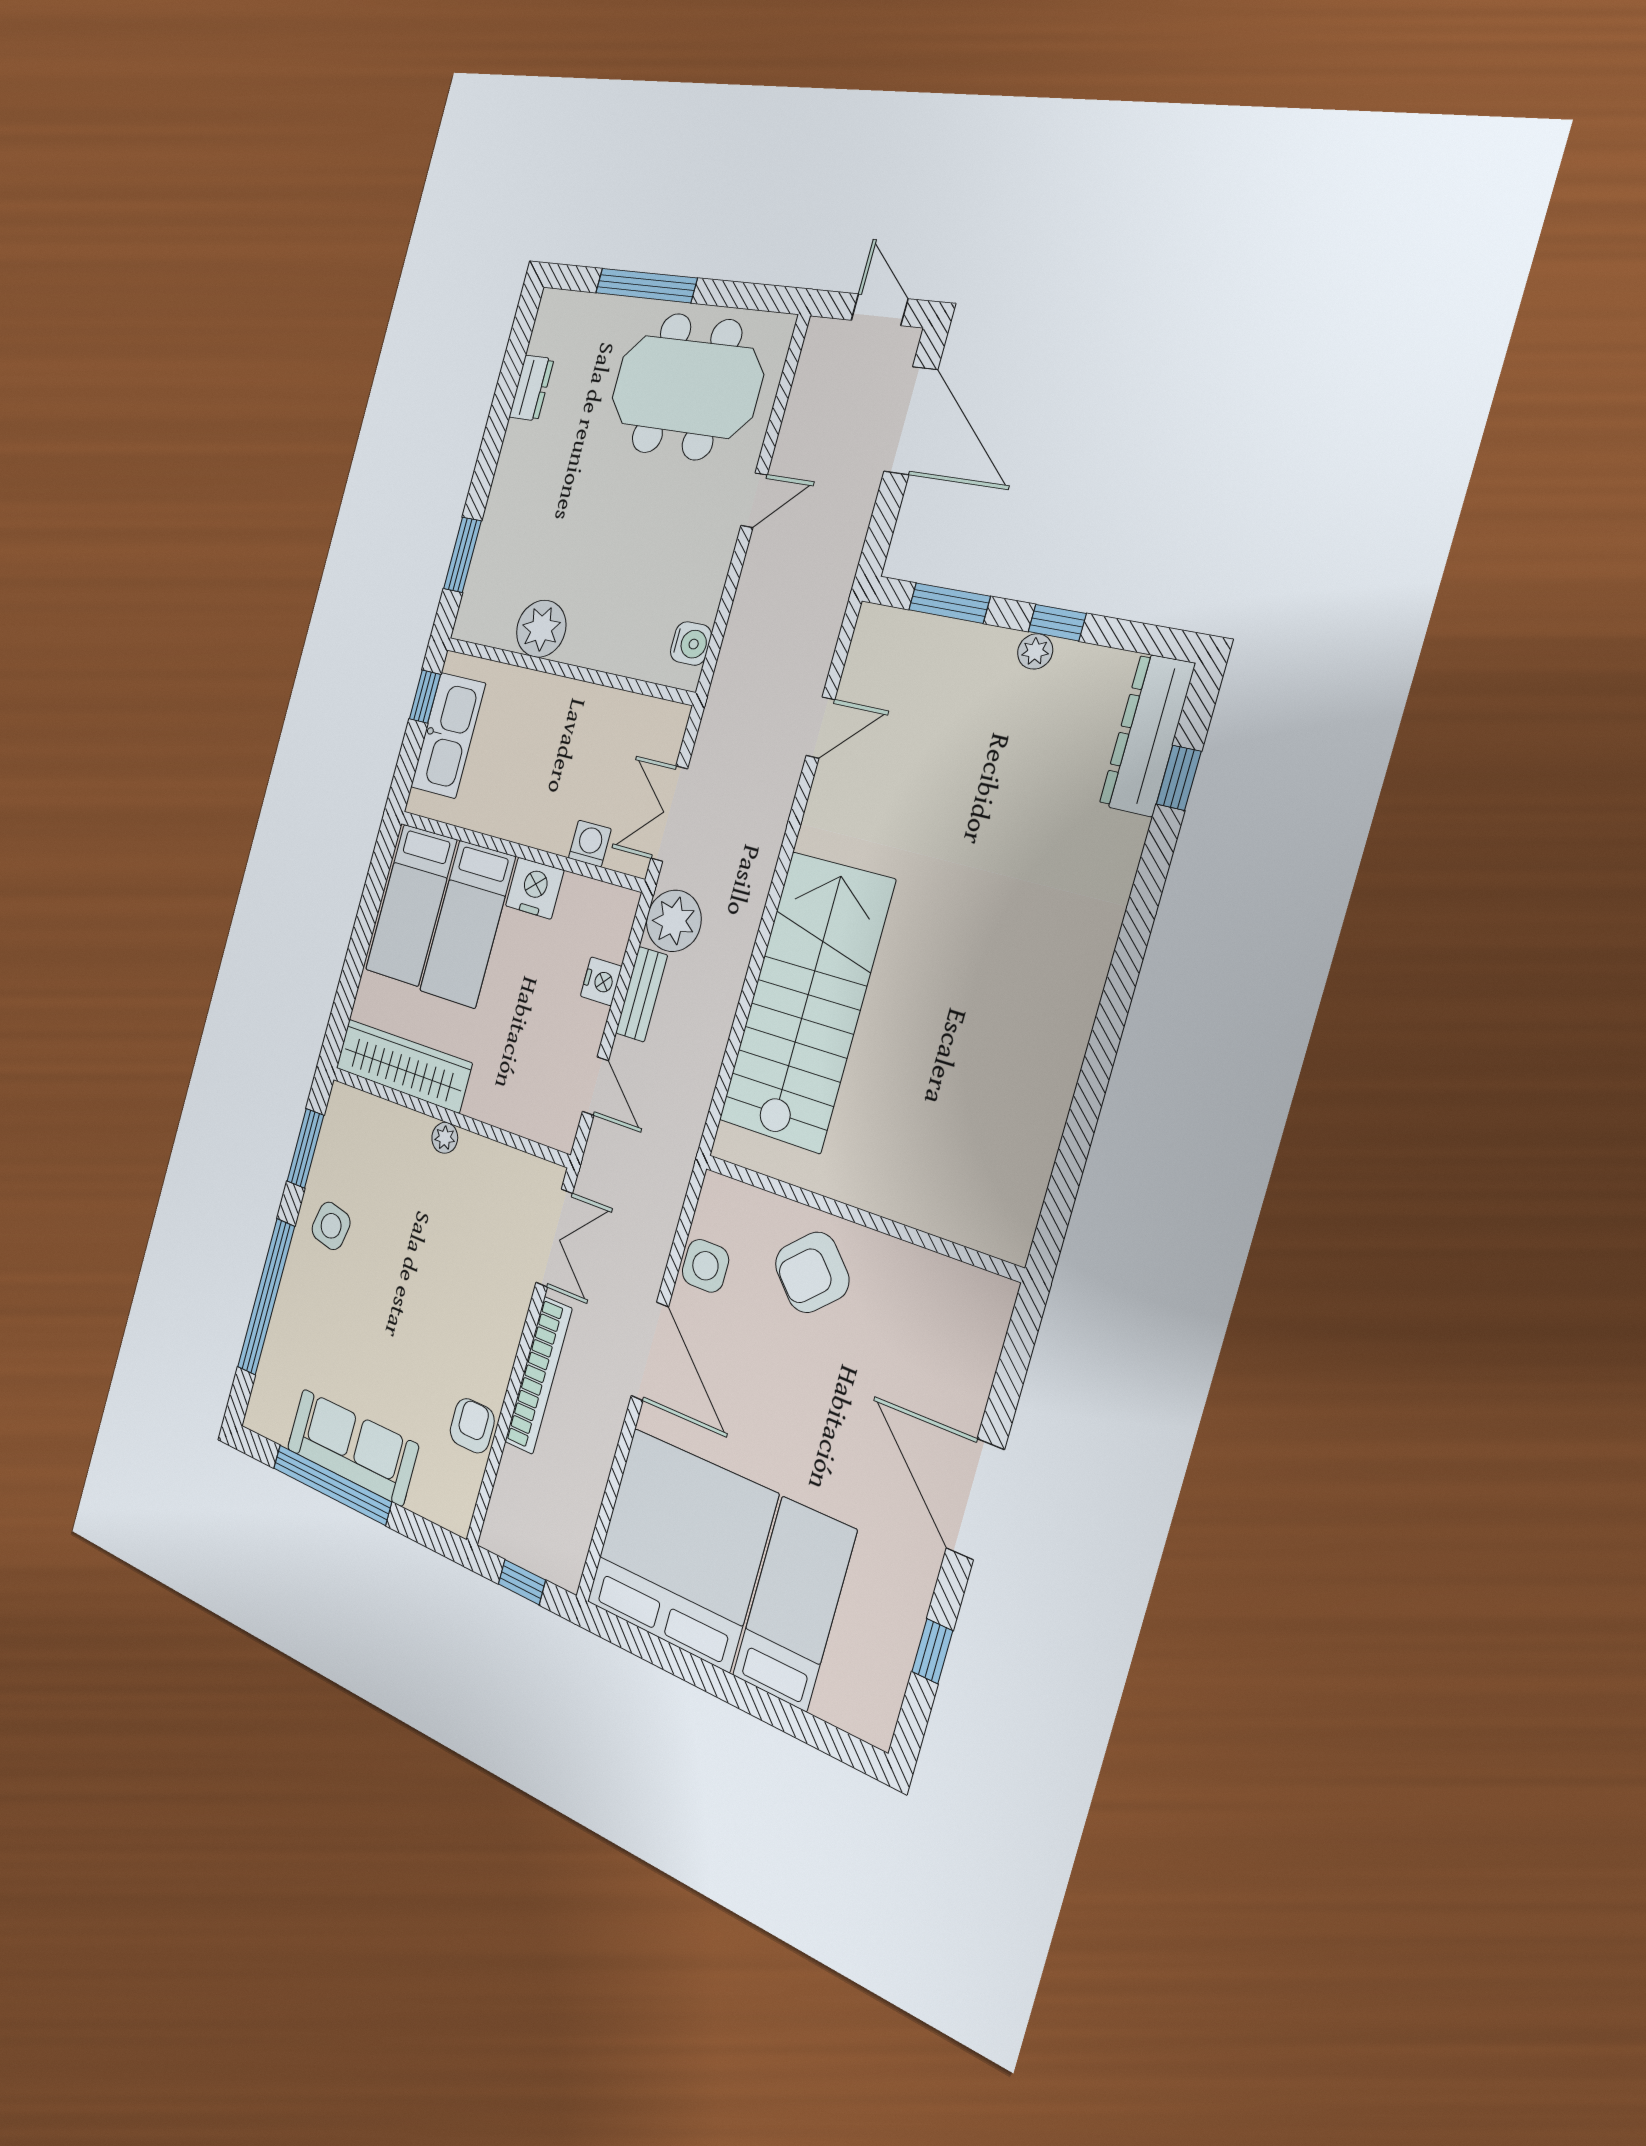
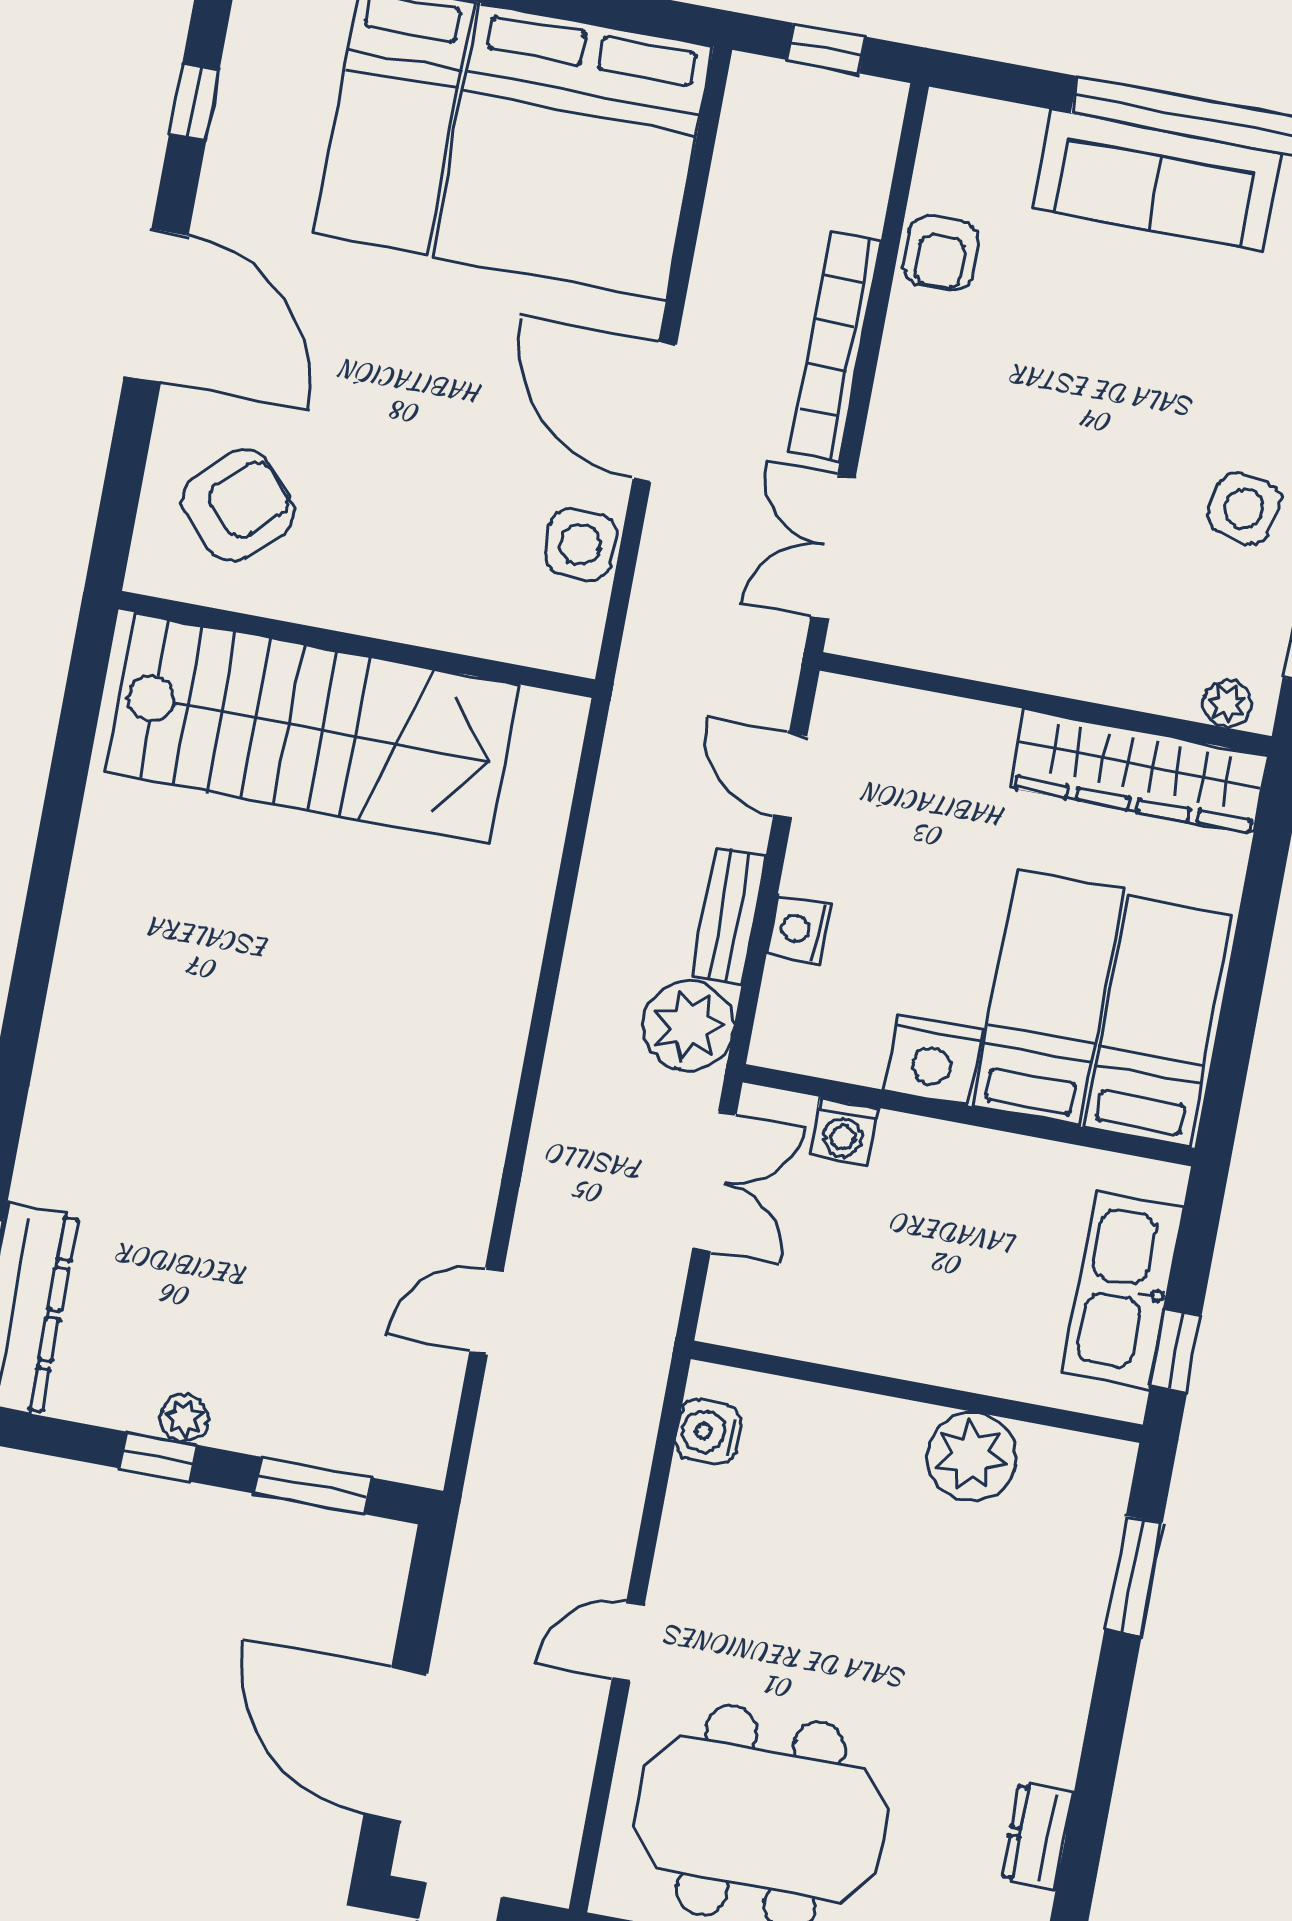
stairs: (806, 1001) -> (312, 728), moved, turned -90
plant: (445, 1138) -> (1227, 704), moved
armchair: (812, 1272) -> (238, 506), moved

